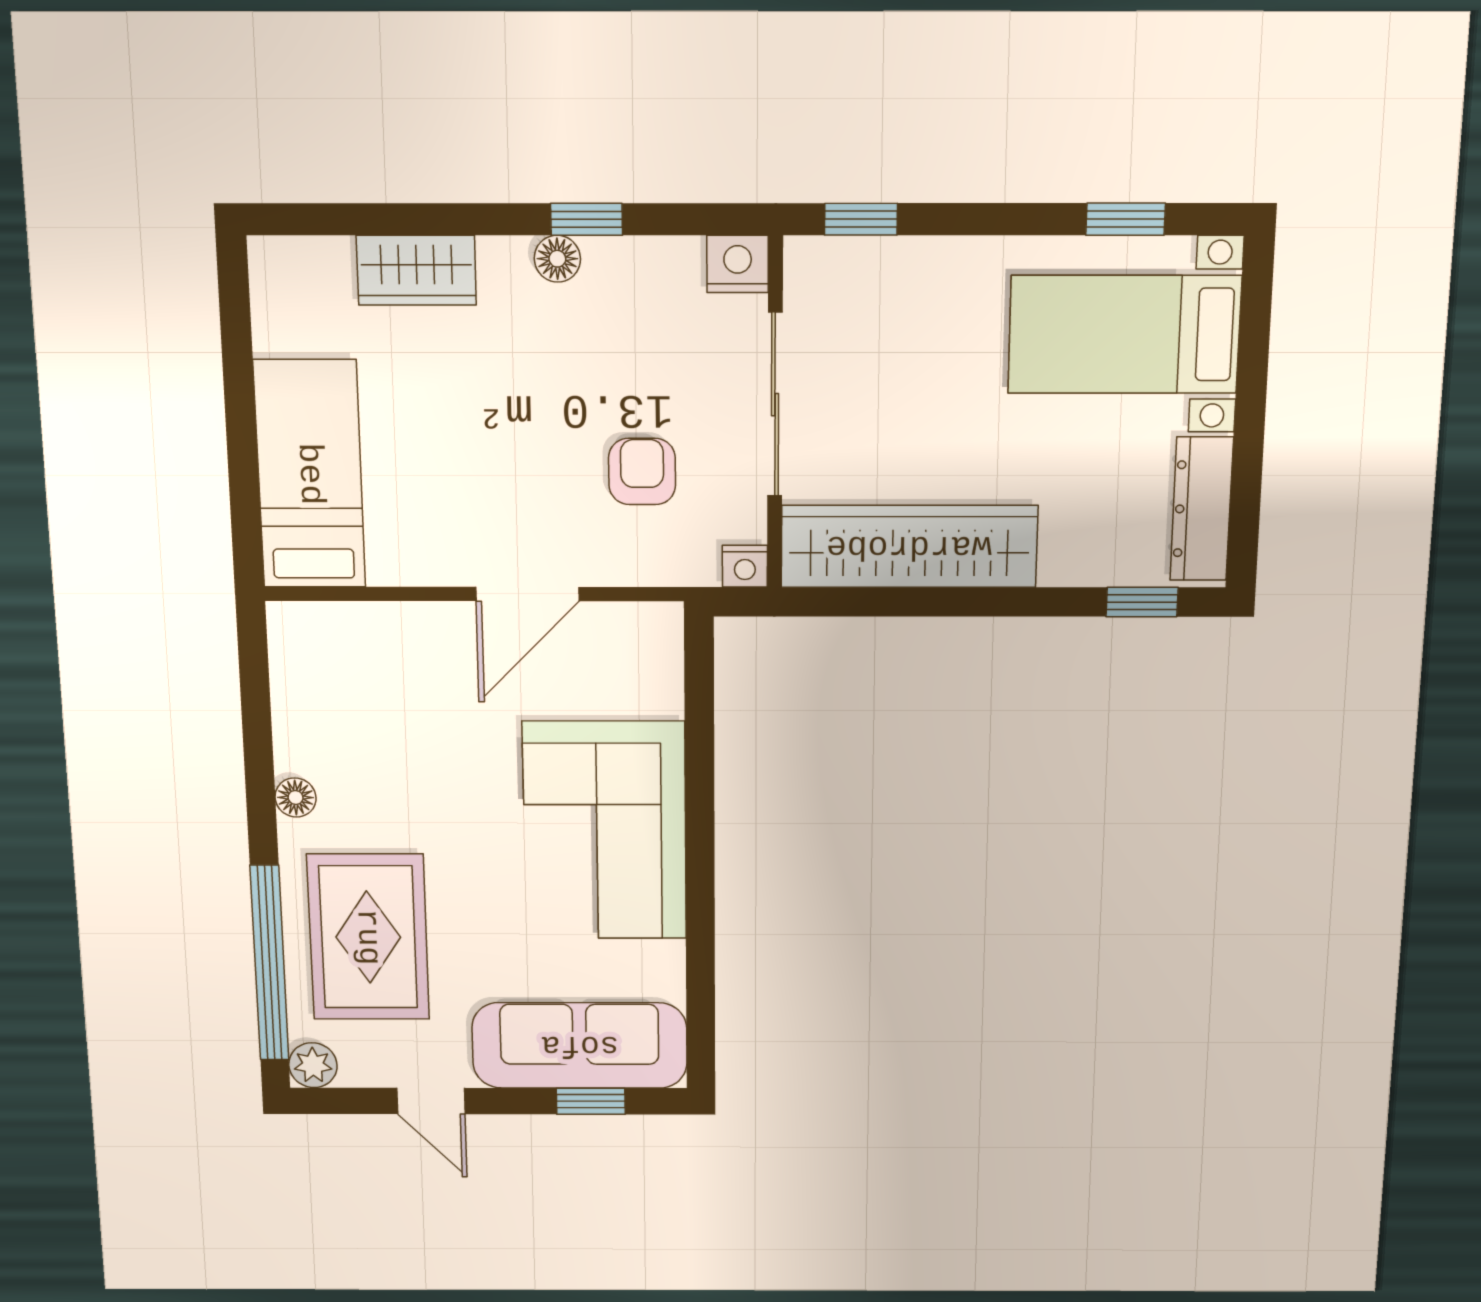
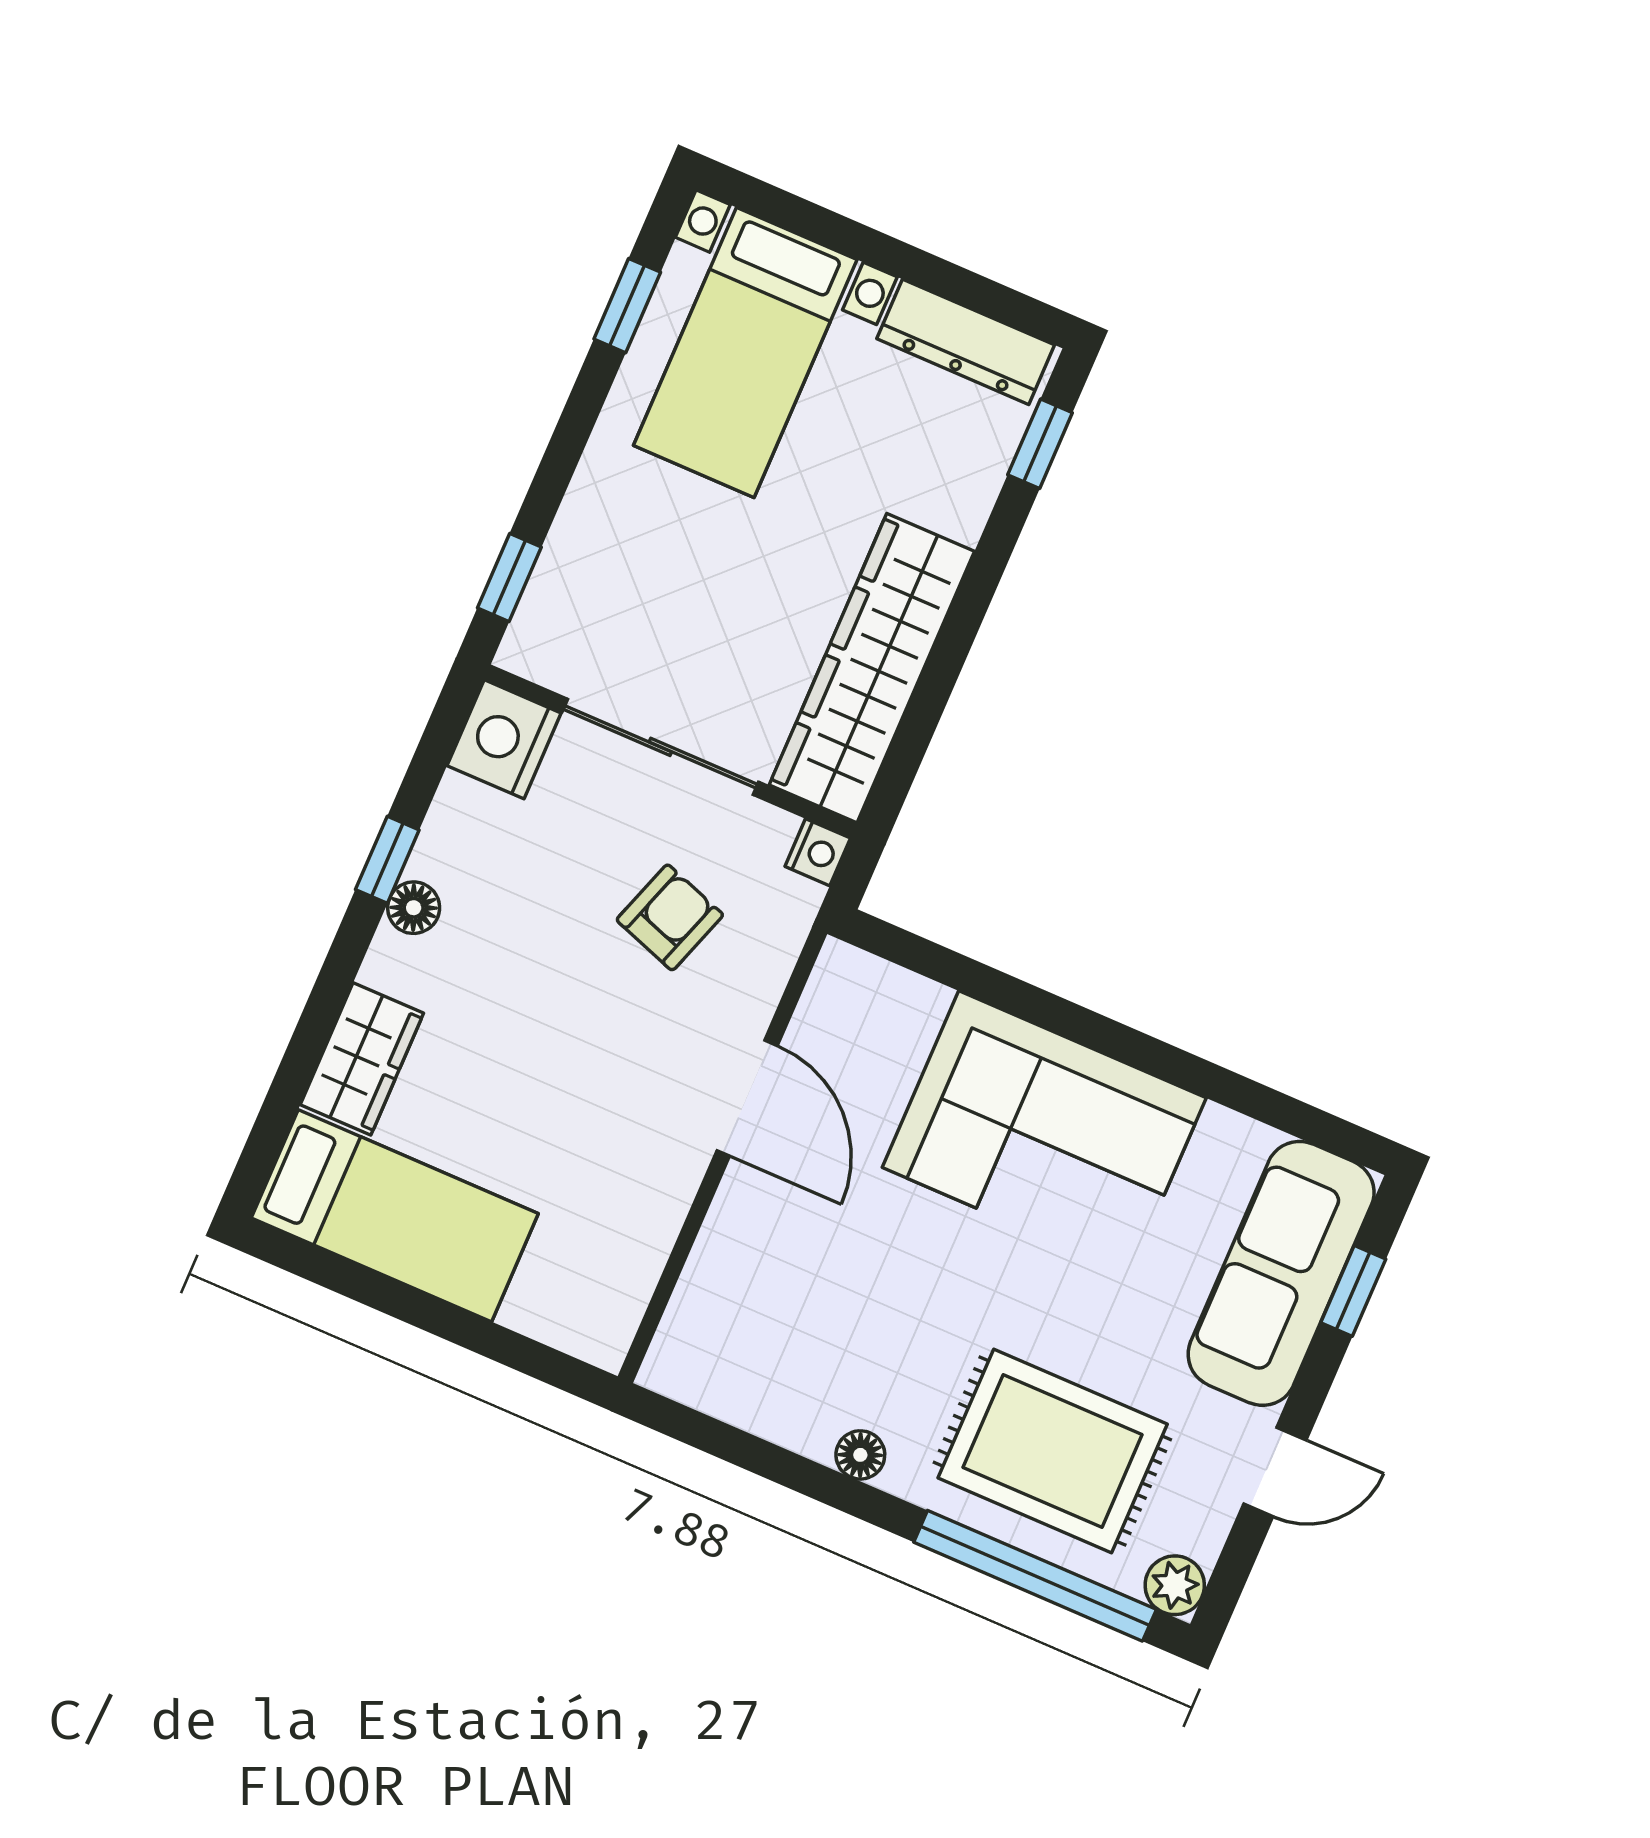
nightstand: (738, 264) -> (504, 739), width x1.36, depth x1.33
armchair: (642, 472) -> (670, 917), turned 109
bed: (310, 474) -> (395, 1216), moved, turned 180

